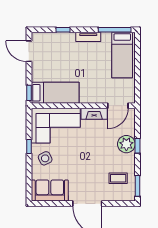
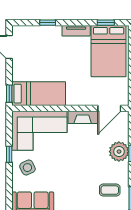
window: (115, 30) -> (106, 23), width x0.46
bed: (122, 55) -> (109, 51), width x1.50

